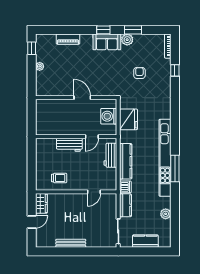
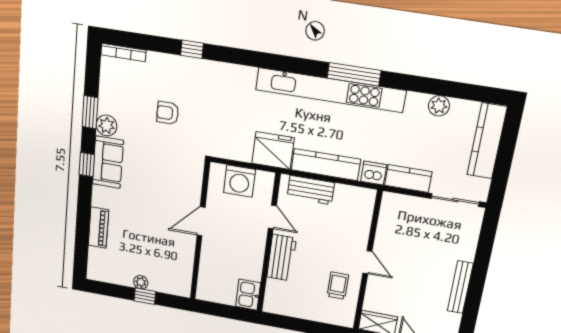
window: (32, 48) -> (145, 296), moved
window: (175, 70) -> (192, 49), moved
fridge: (129, 119) -> (273, 151), moved
kitchen sink: (44, 129) -> (248, 295), added
door: (94, 192) -> (367, 262), moved
kitchen counter: (145, 241) -> (487, 141), width x1.50

